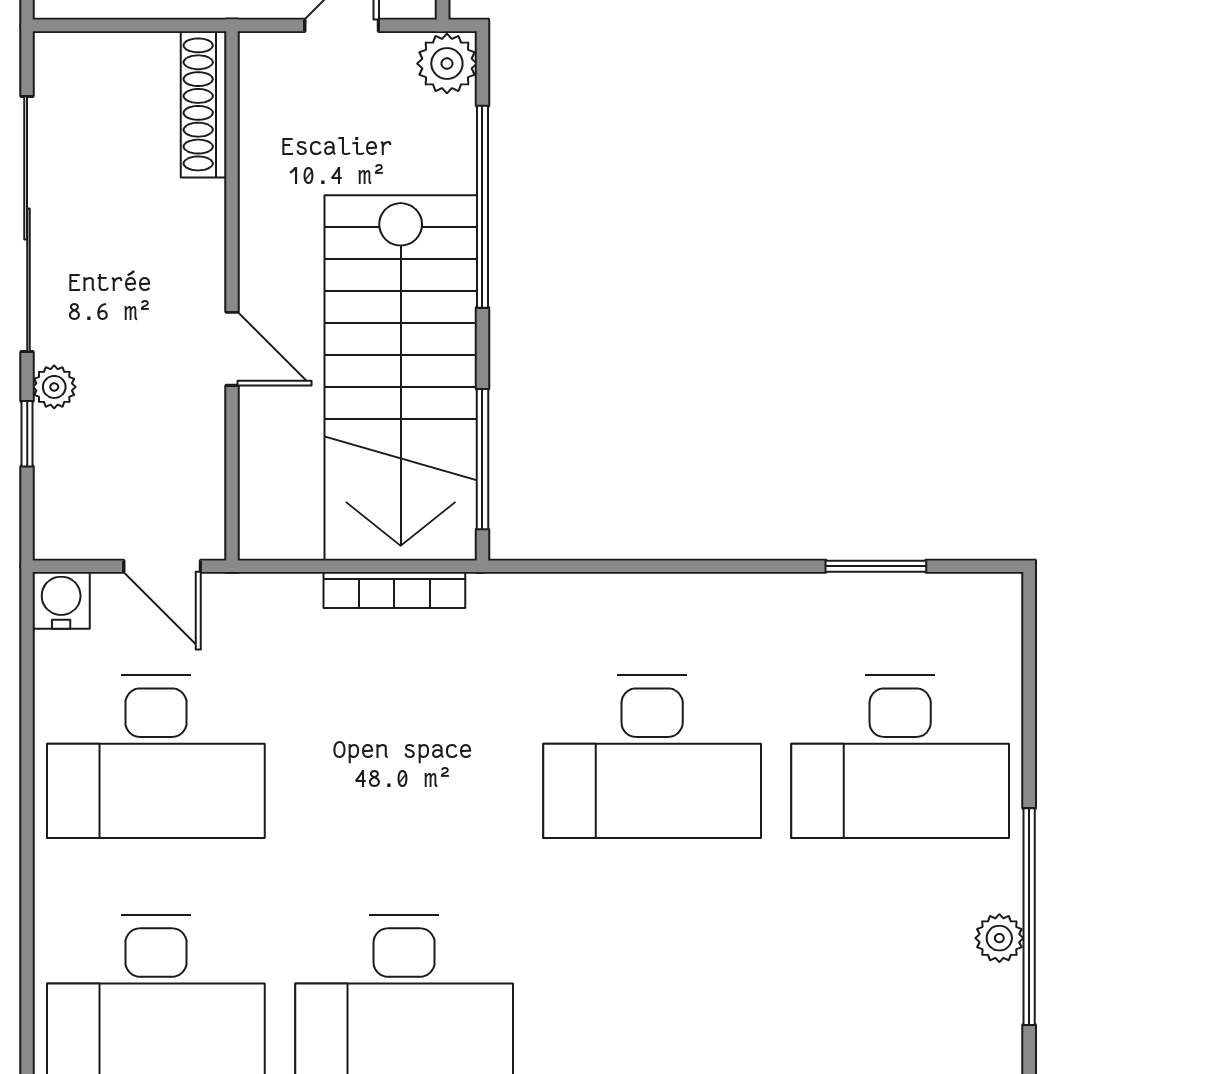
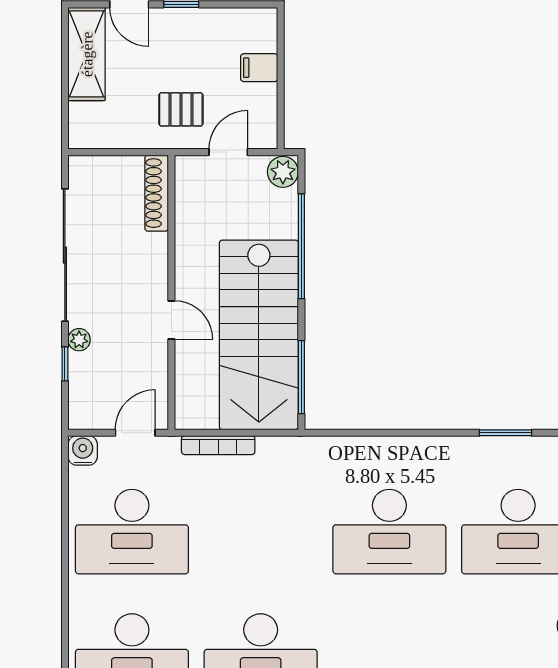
door: (162, 566) -> (135, 433), swing flipped
bookcase: (394, 590) -> (218, 445), moved

